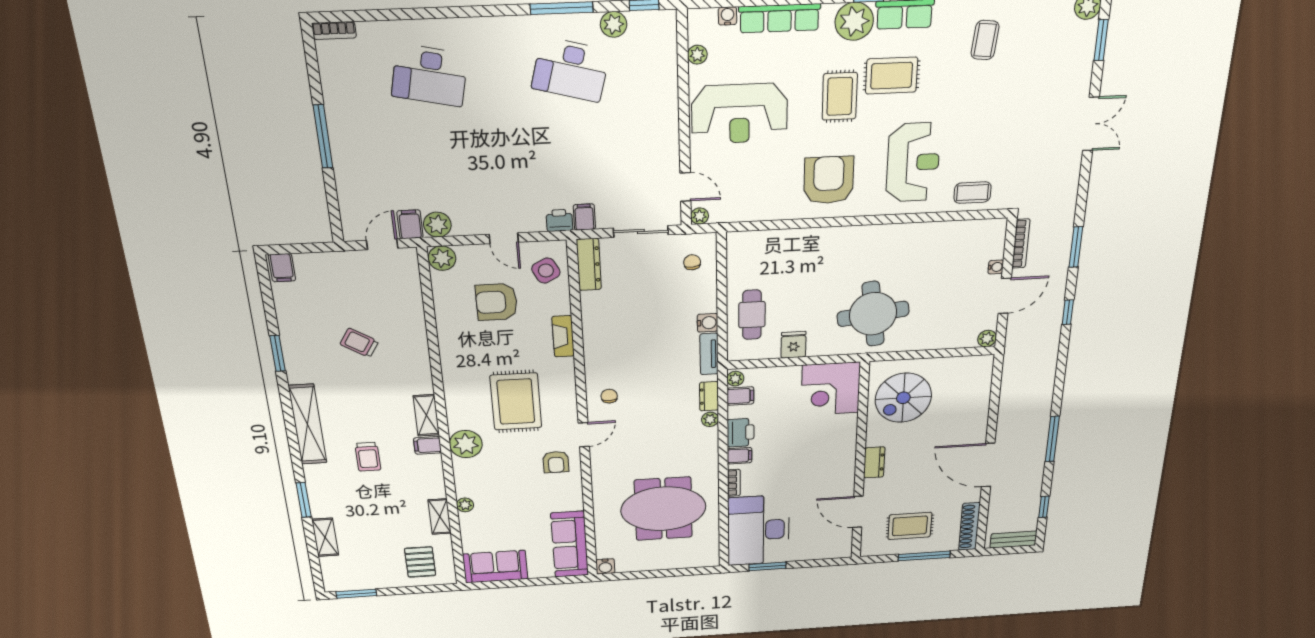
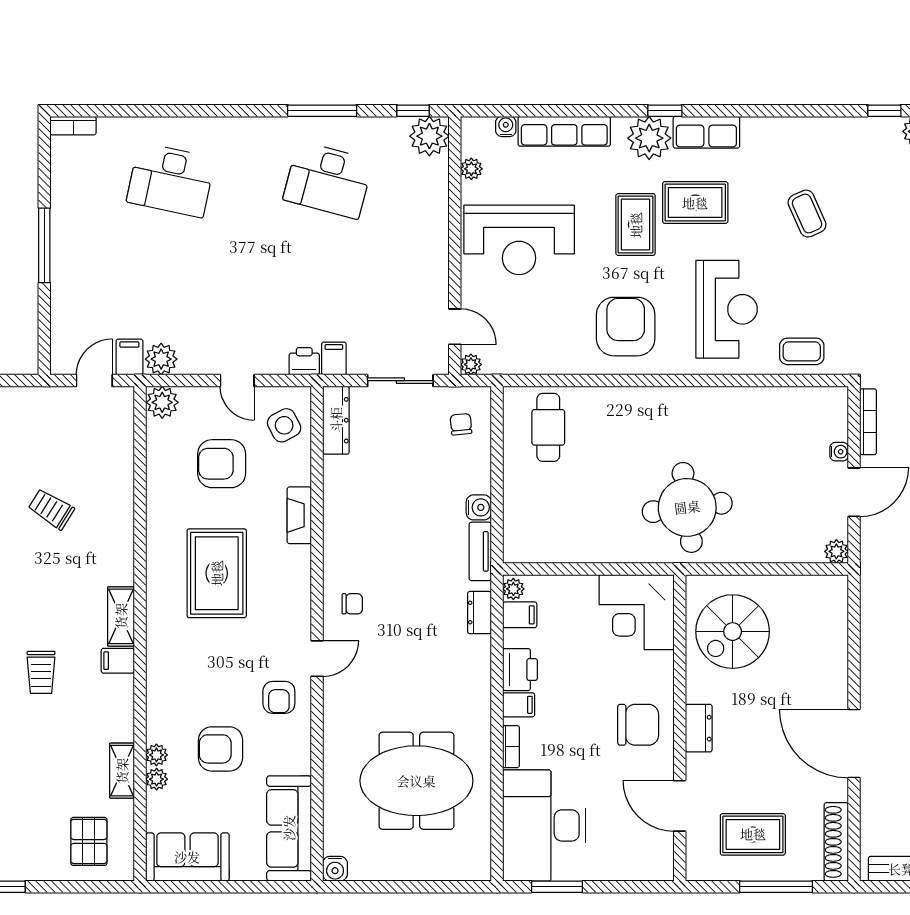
plant: (614, 24) -> (429, 136), moved, width x1.36, depth x1.36
coffee table: (985, 40) -> (807, 214), moved, turned -30
cafe table: (752, 315) -> (548, 427), moved
fridge: (794, 345) -> (587, 545), removed
chair: (609, 396) -> (352, 604), turned 90
rug: (516, 402) -> (217, 573), moved
plant: (710, 419) -> (480, 647), removed
plant: (466, 444) -> (157, 779), moved, width x0.53, depth x0.53
chair: (829, 463) -> (638, 725), added
armchair: (514, 498) -> (221, 749), added

